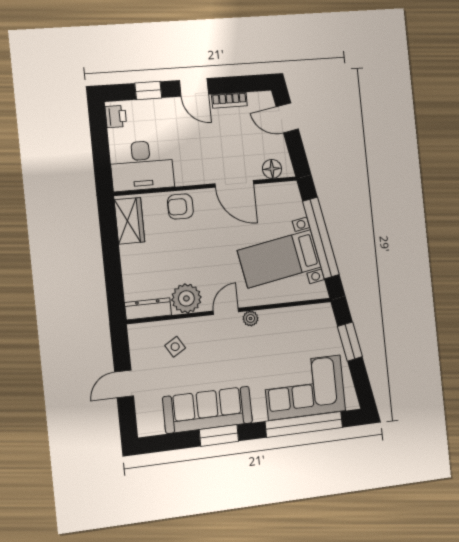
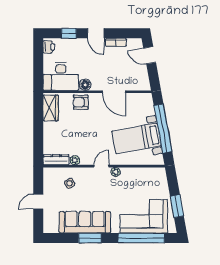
floor lamp: (272, 169) -> (85, 85), moved
plant: (186, 298) -> (75, 160), width x0.53, depth x0.53
window: (350, 342) -> (177, 206), moved

